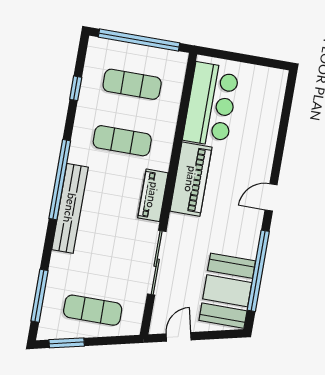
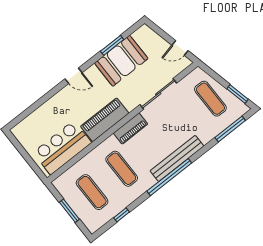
window: (139, 40) -> (69, 211), width x0.47
window: (258, 271) -> (112, 45), width x0.47
booth: (227, 291) -> (121, 61), moved

